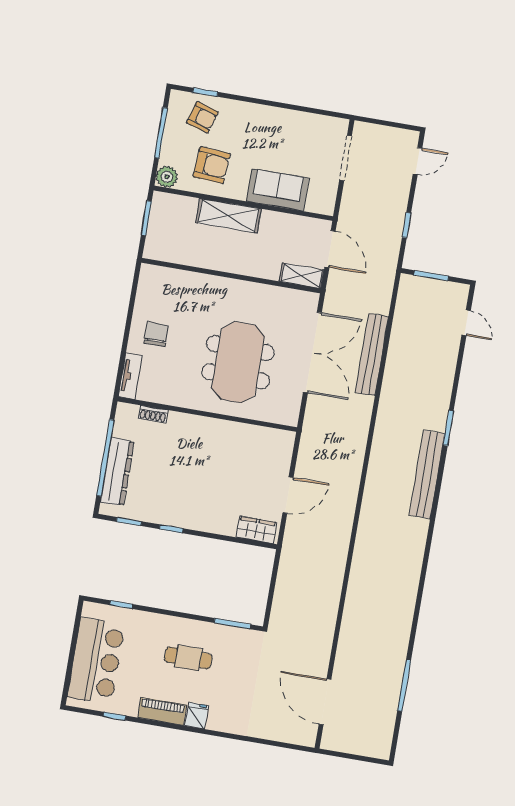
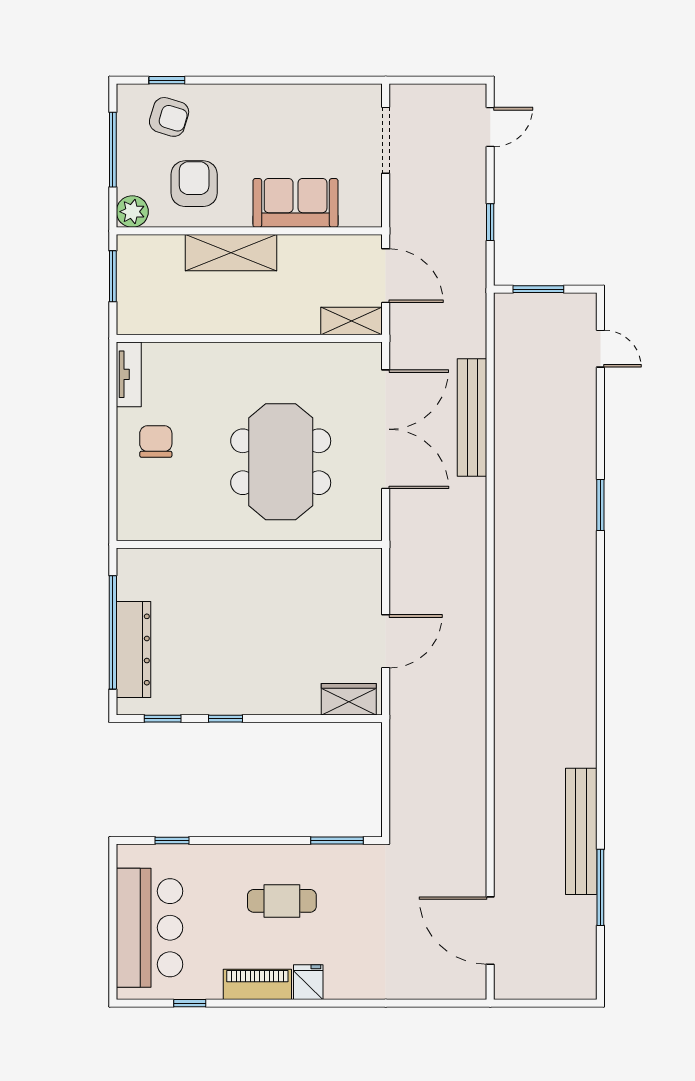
armchair: (212, 165) -> (194, 184), turned -94
tv unit: (130, 376) -> (129, 374), moved
shoe rack: (153, 414) -> (171, 558), removed
bench: (427, 474) -> (581, 831), moved

